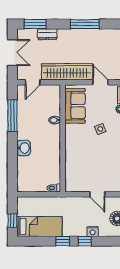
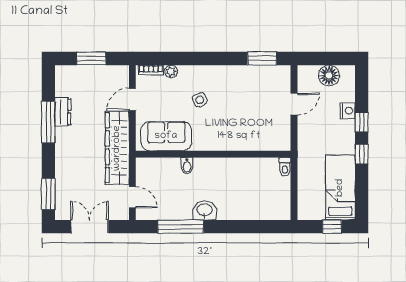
dresser: (47, 34) -> (63, 112), moved
washbasin: (24, 148) -> (205, 210), moved

